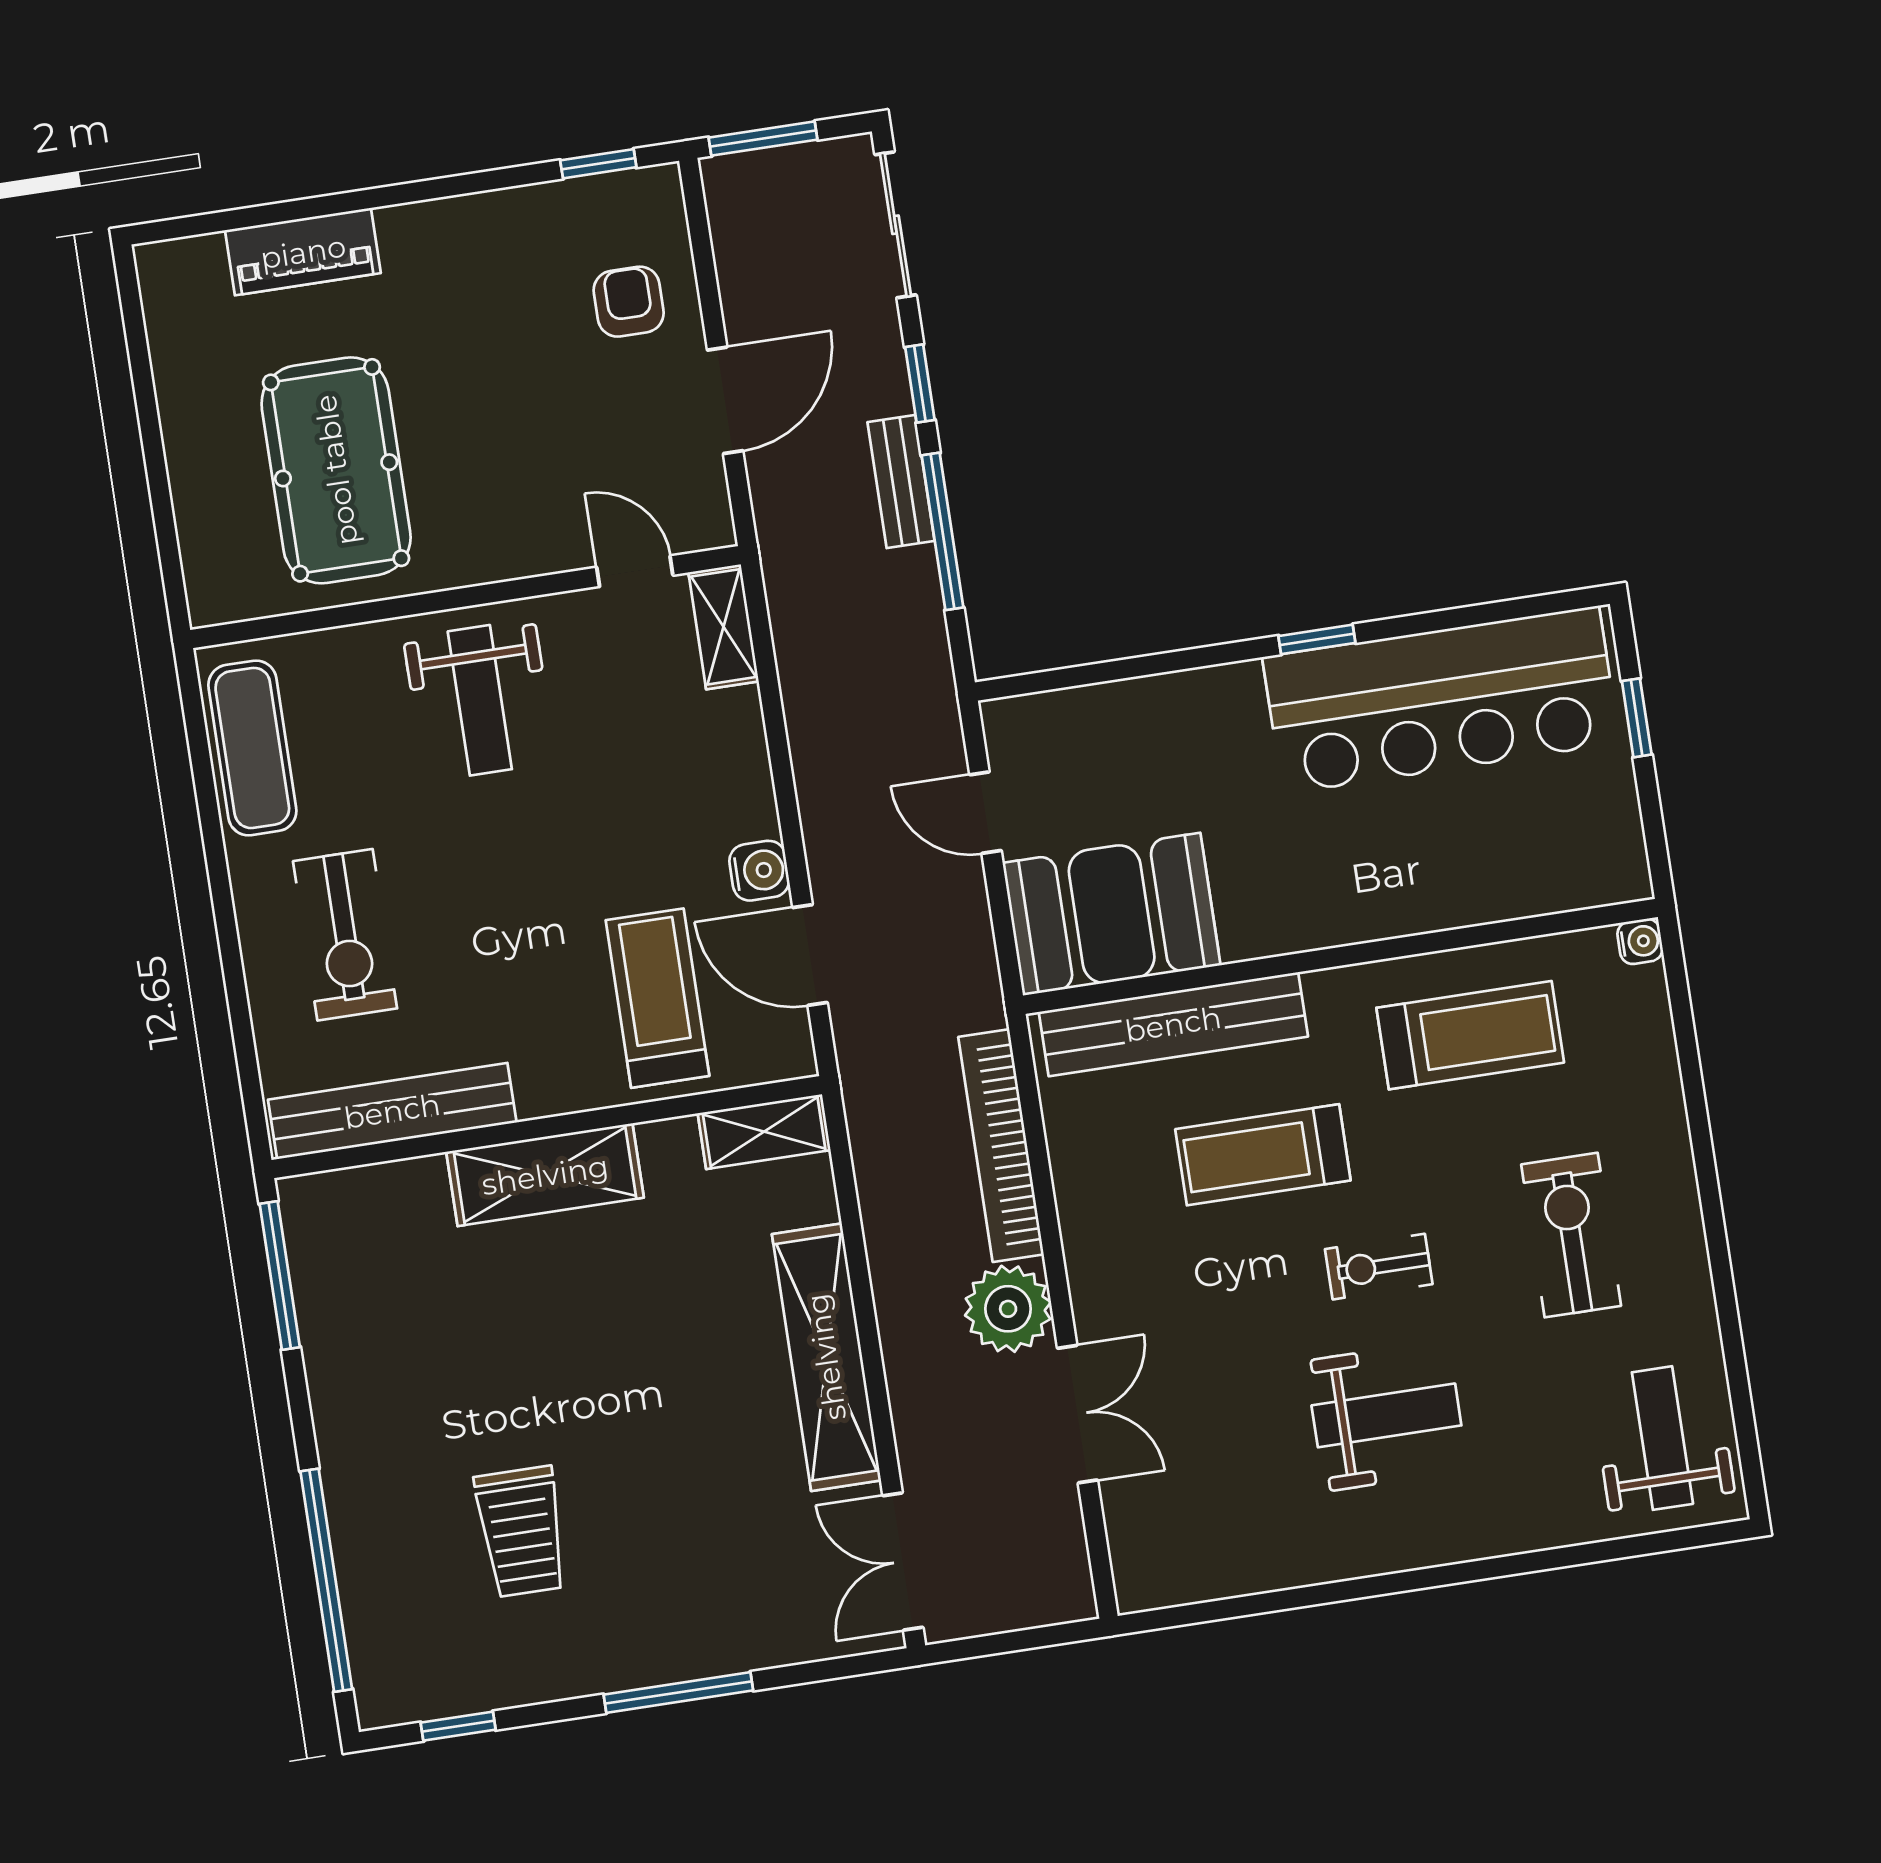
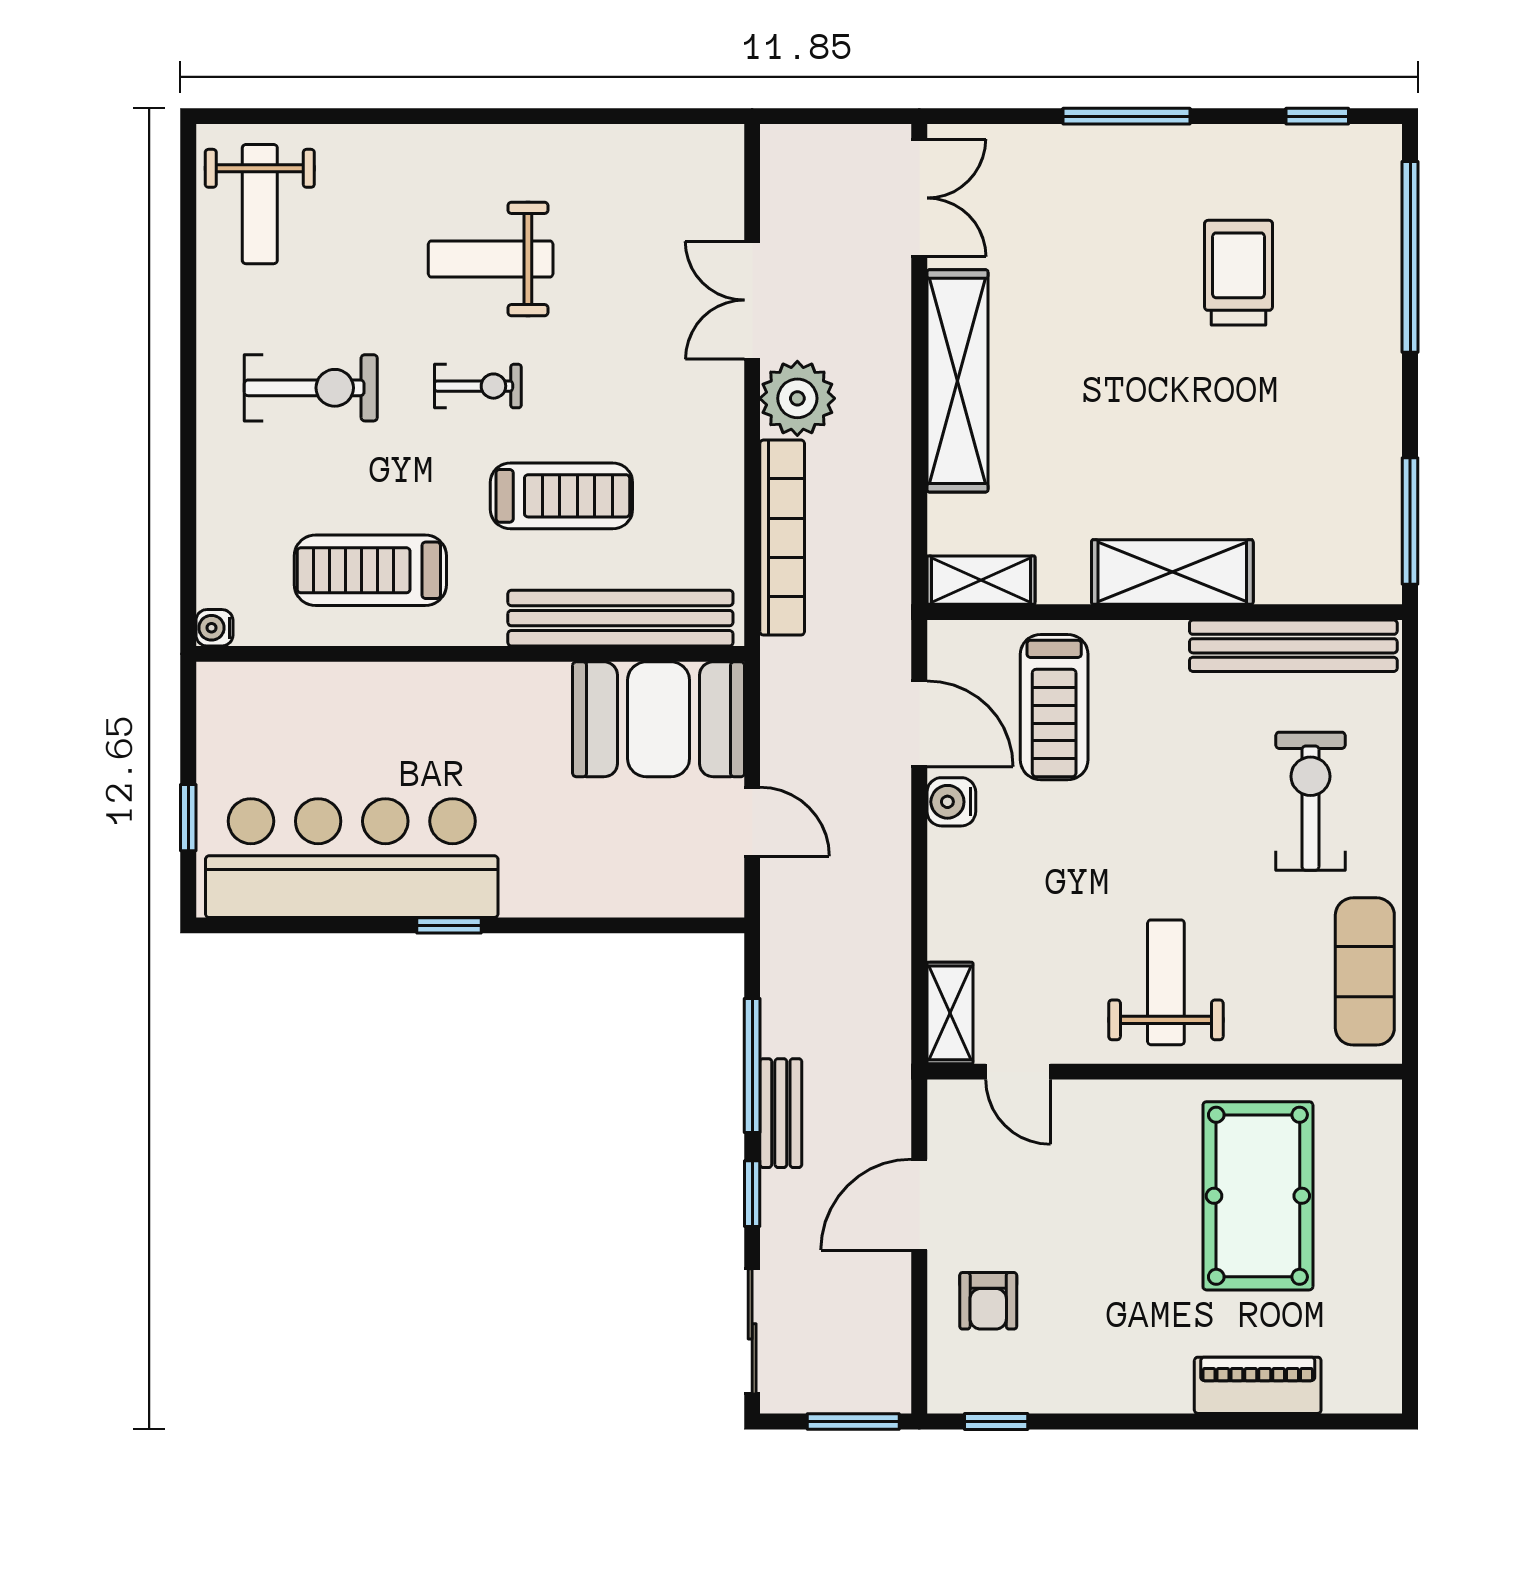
exercise bike: (1571, 1235) -> (311, 388), turned -90

